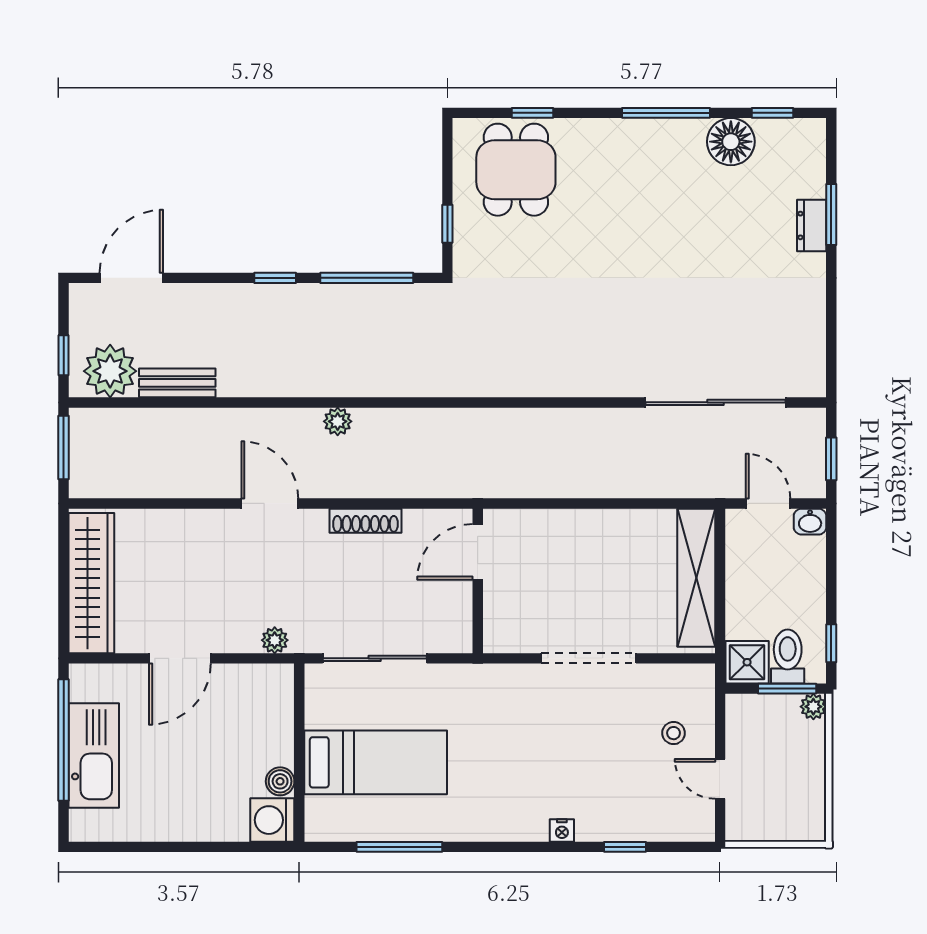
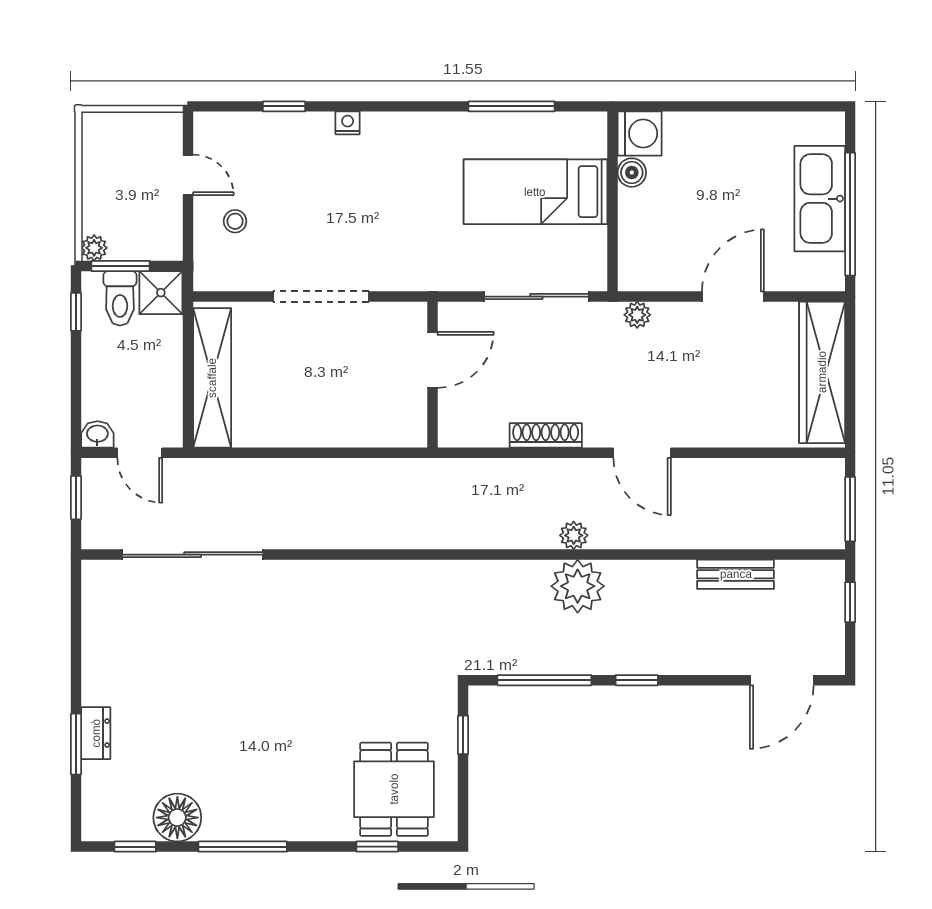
plant: (110, 371) -> (578, 586), moved
door: (478, 552) -> (433, 360), moved

